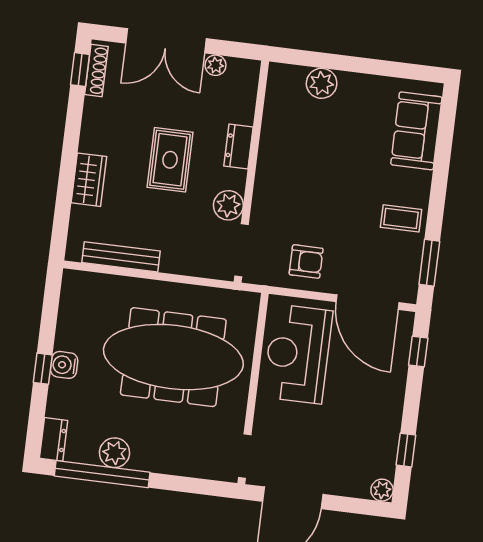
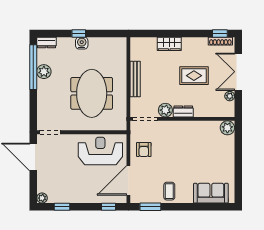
plant: (322, 83) -> (227, 128), moved
dresser: (239, 146) -> (183, 111), moved
rug: (170, 160) -> (194, 76), moved
bench: (121, 257) -> (135, 79), moved
meeting table: (173, 357) -> (92, 93), width x0.73

